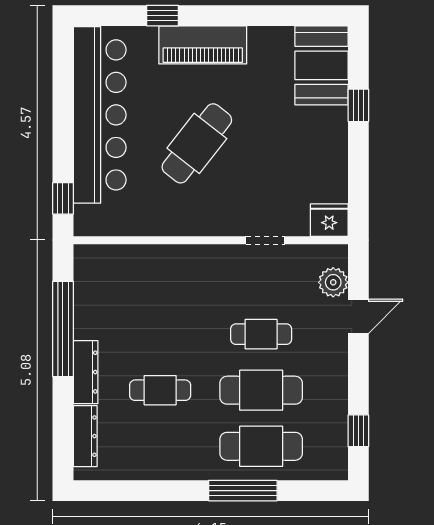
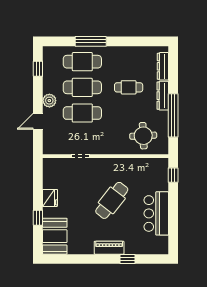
piano: (203, 45) -> (109, 248), width x0.73, depth x0.75
bar counter: (100, 115) -> (156, 213), width x0.54
fridge: (329, 220) -> (50, 198), moved, turned -90
plant: (333, 282) -> (49, 101), moved
round table: (128, 285) -> (143, 136), added
cafe table: (261, 334) -> (82, 113), width x1.37, depth x1.35

